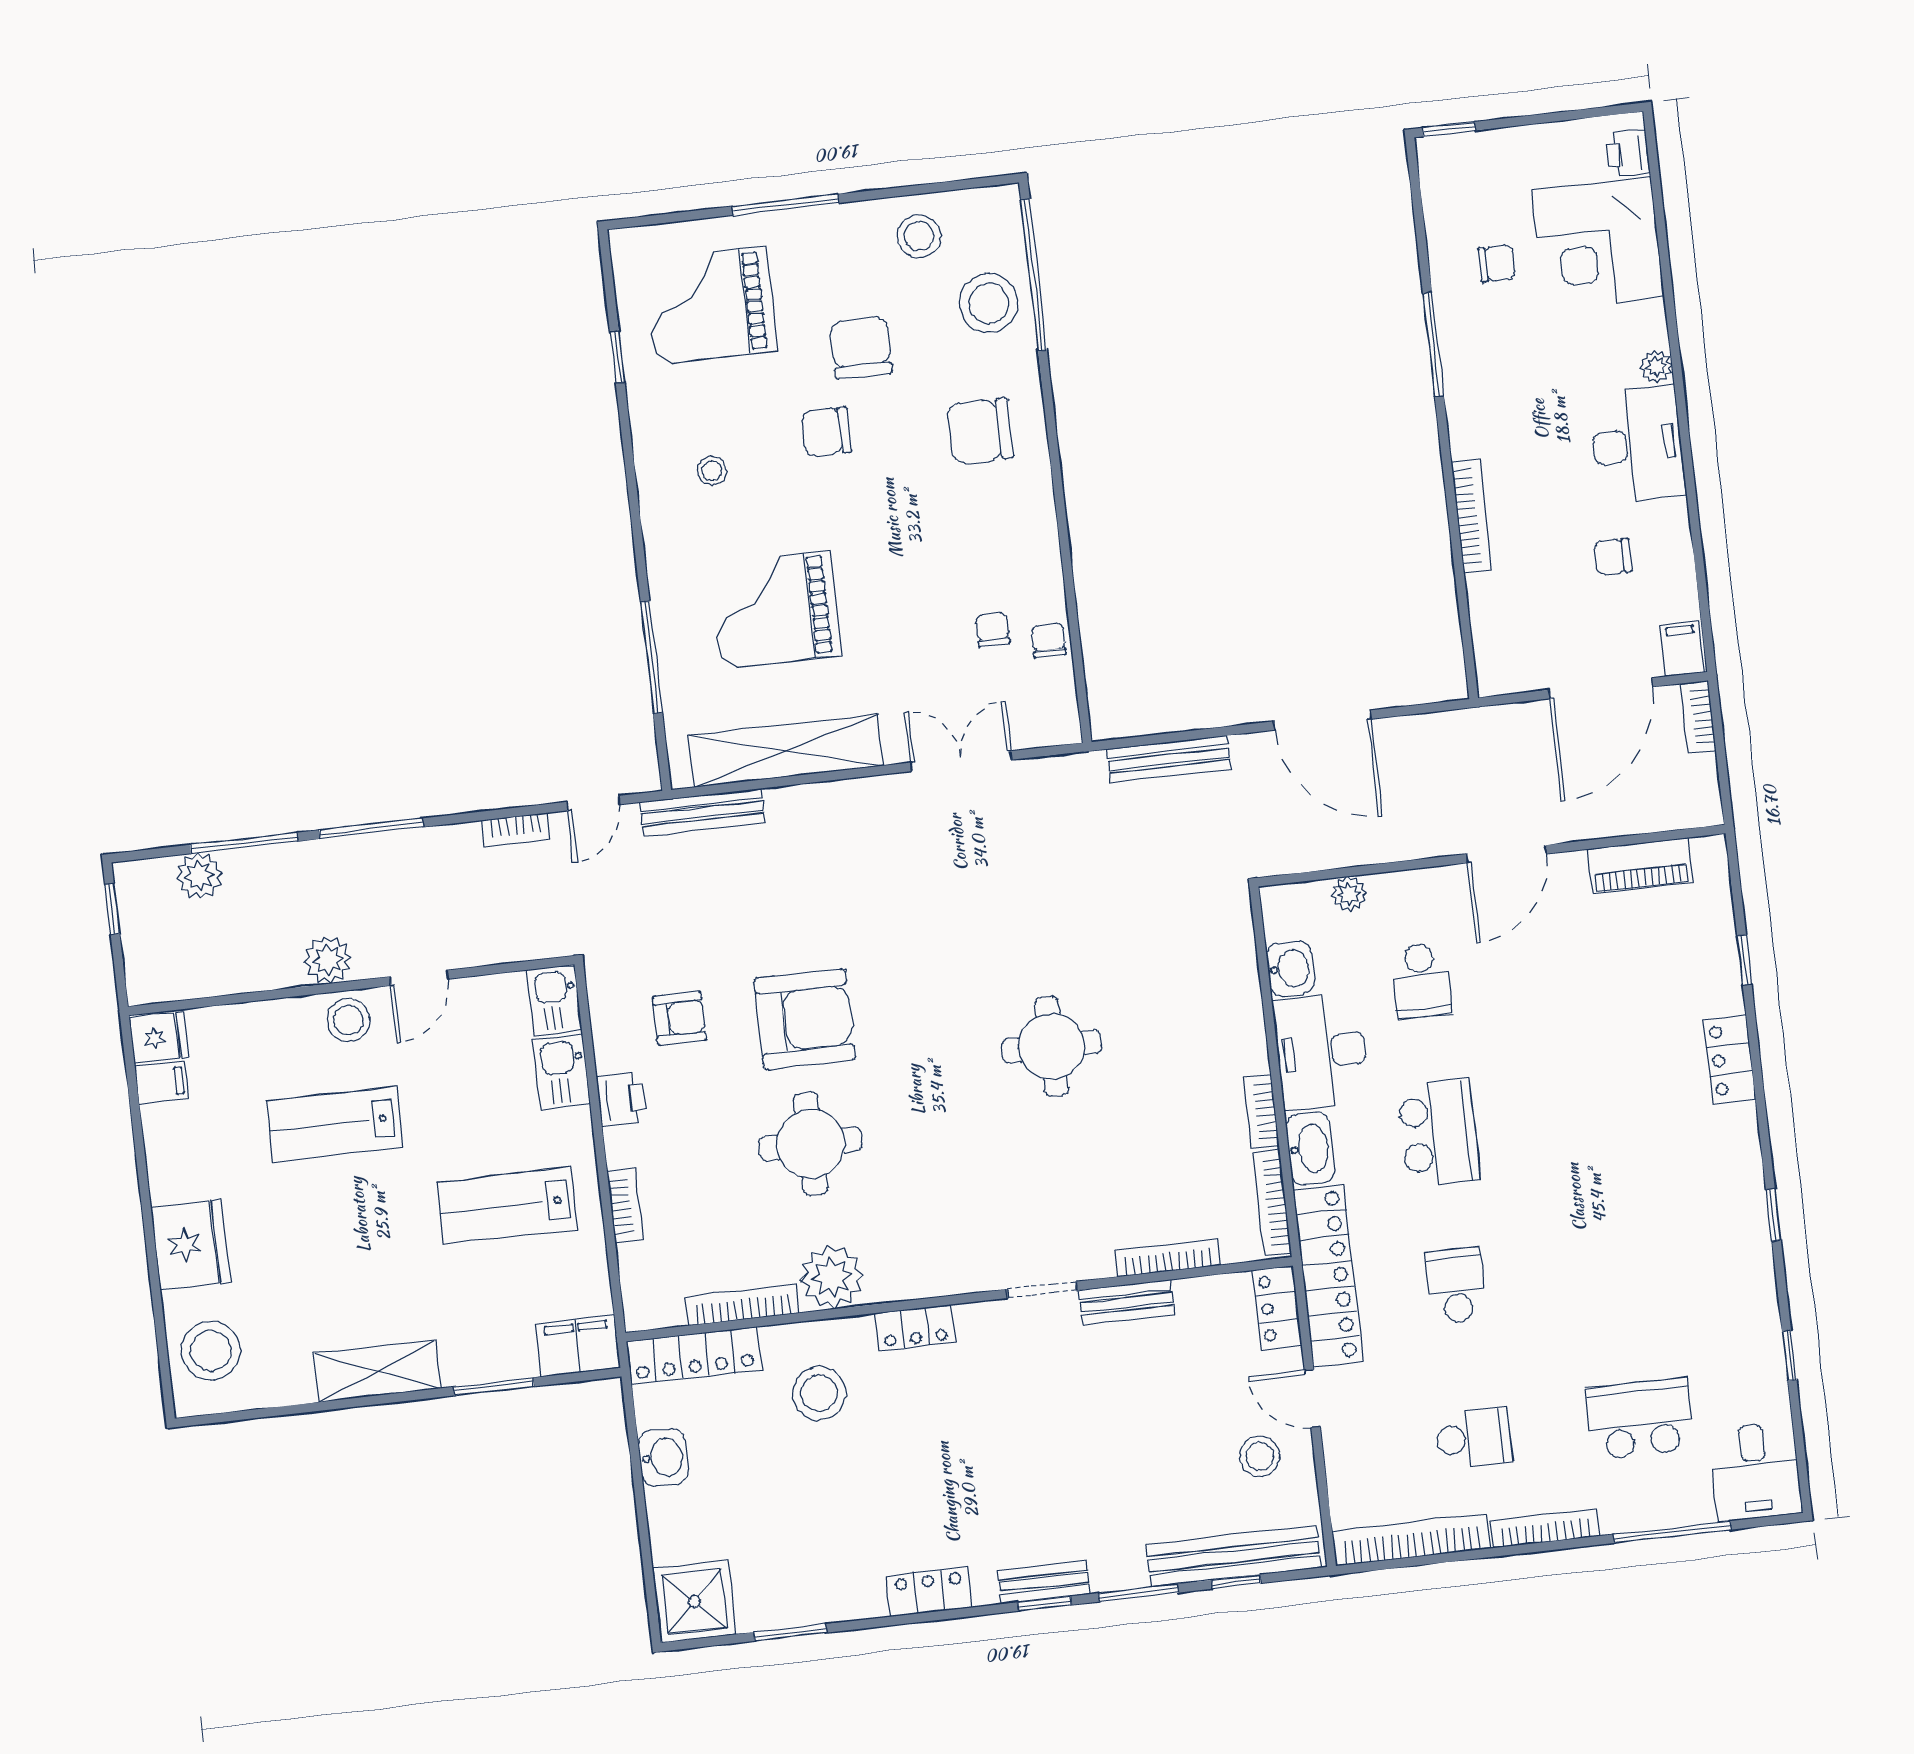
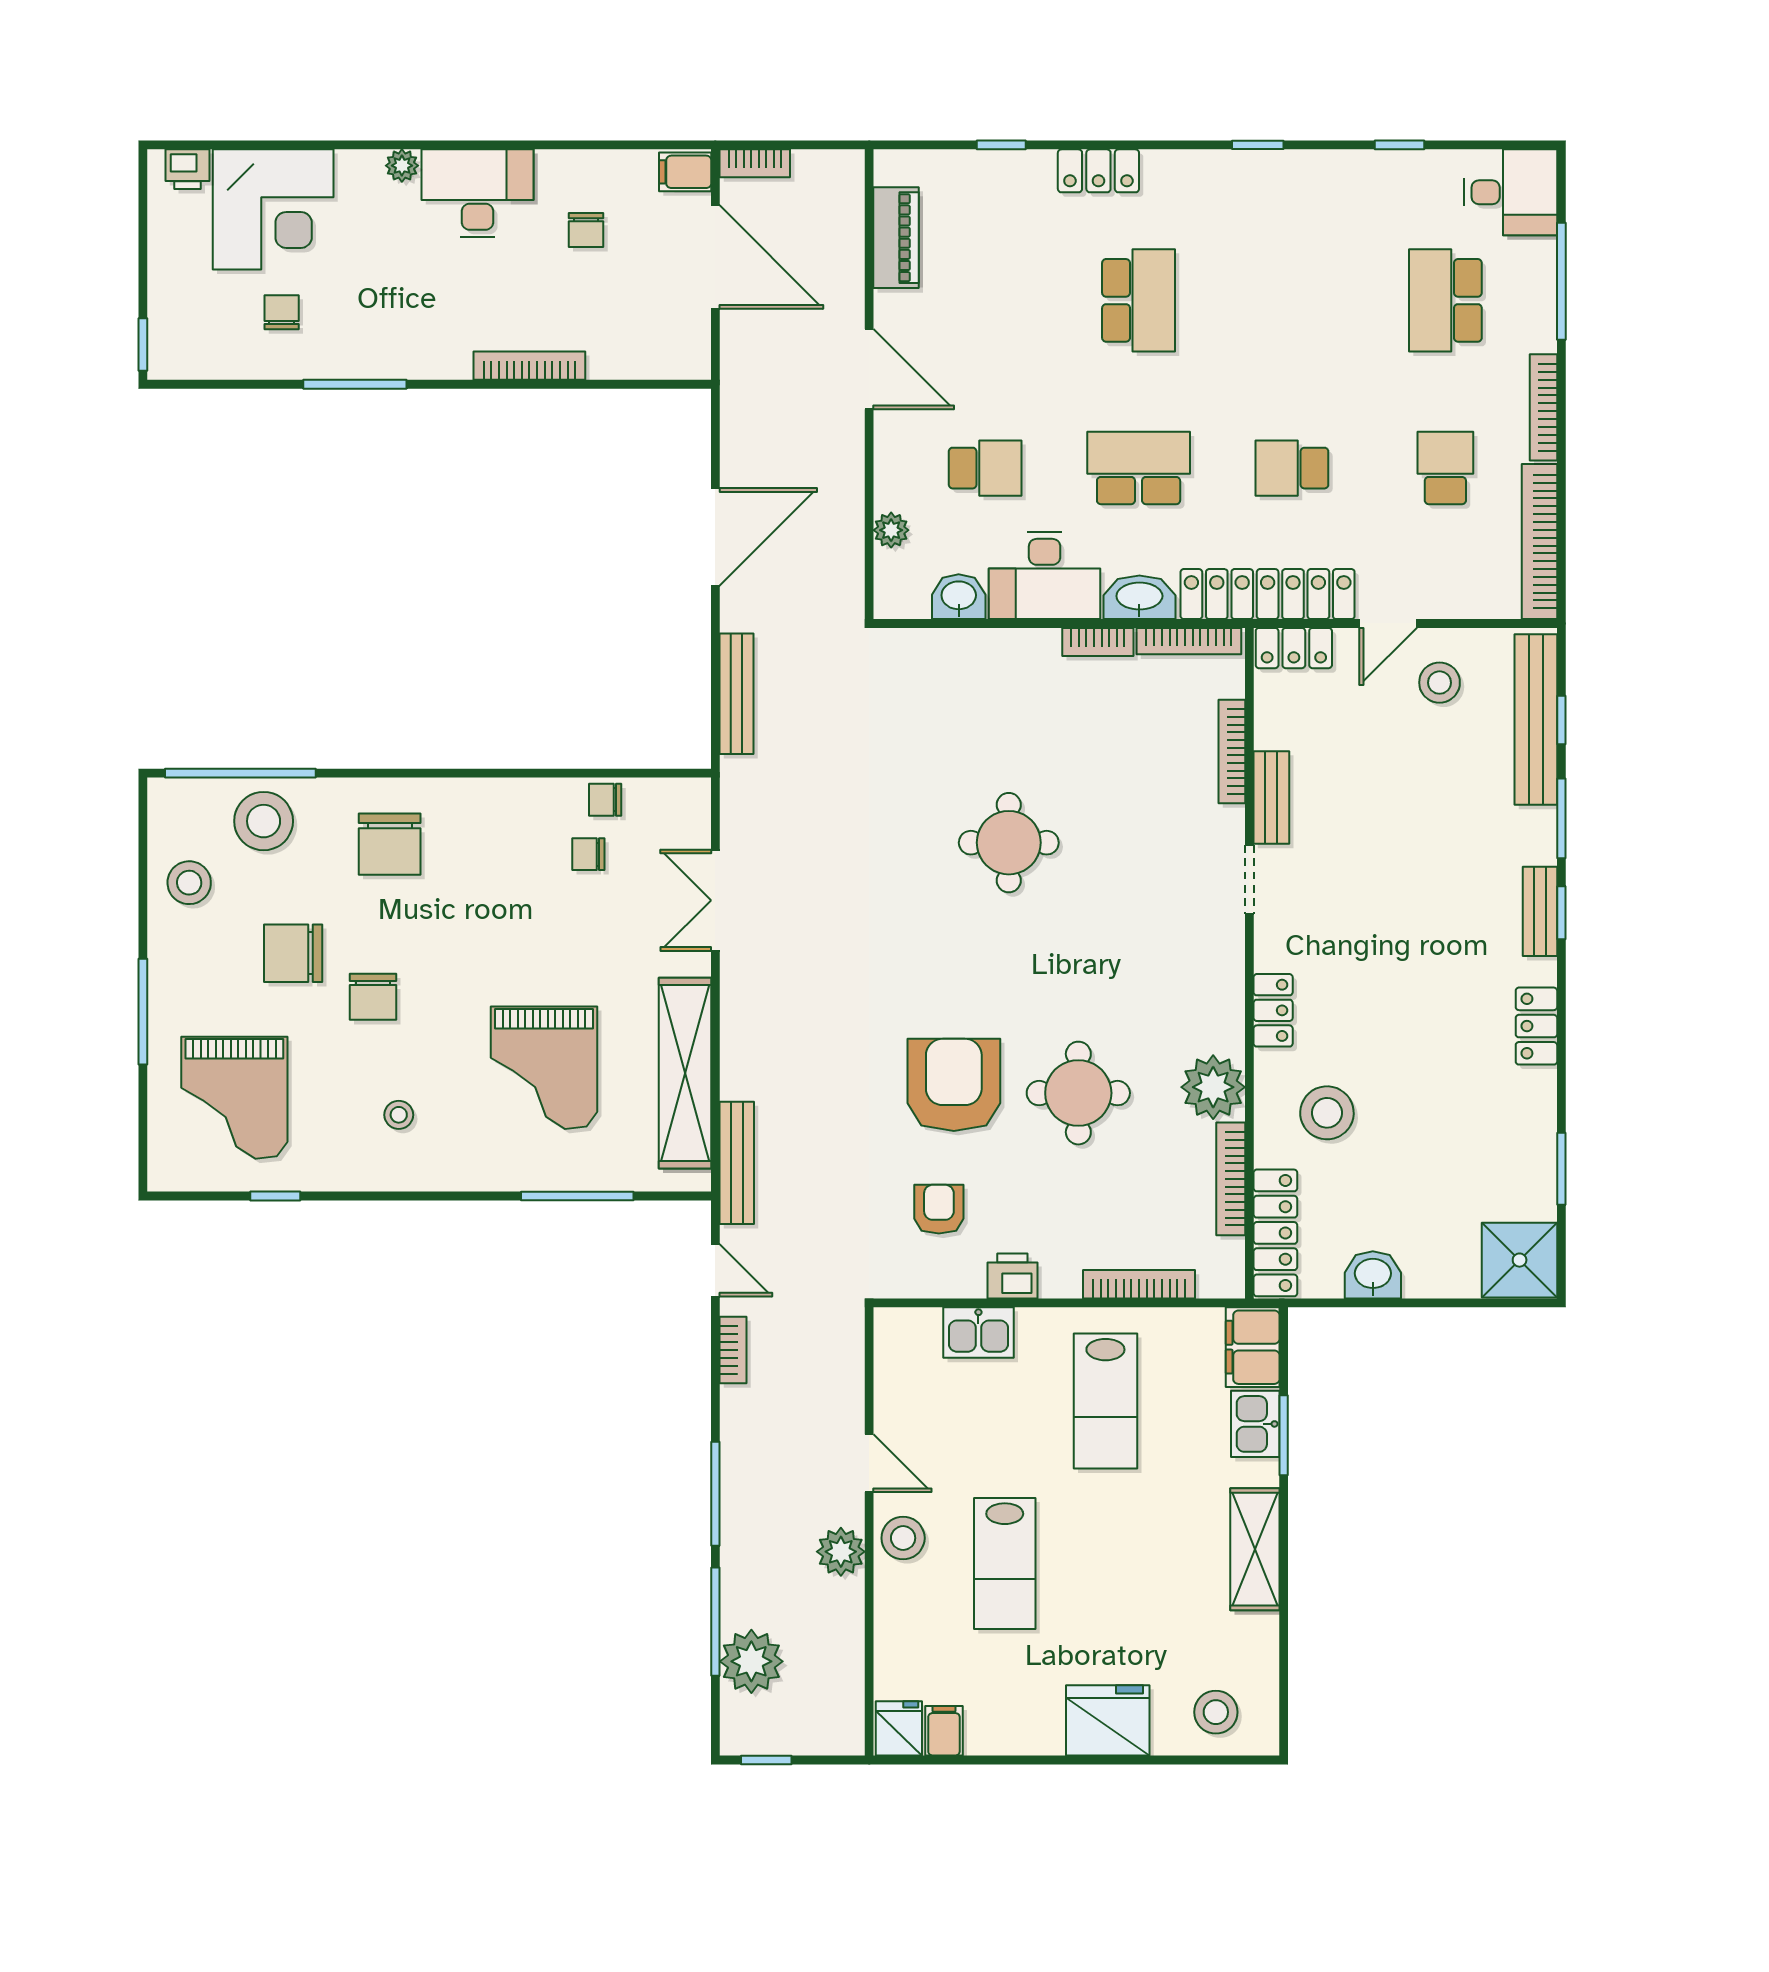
plant: (199, 876) -> (751, 1661), width x1.36, depth x1.36
kitchen sink: (554, 1000) -> (1255, 1424), moved, turned 90
school desk: (1605, 1114) -> (1139, 300), added
bookcase: (625, 1206) -> (1139, 1284), width x1.56
stool: (211, 1351) -> (1216, 1712), width x0.73, depth x0.73

